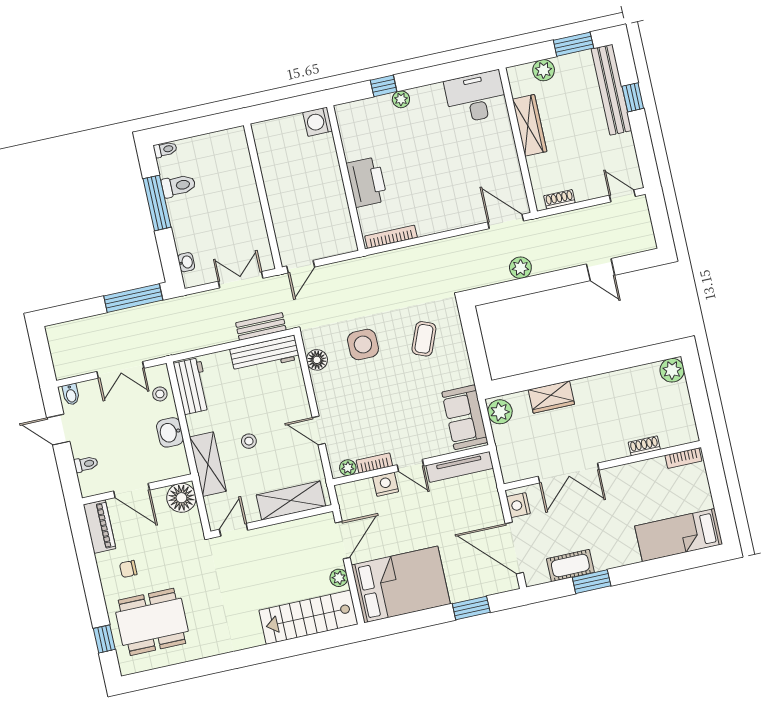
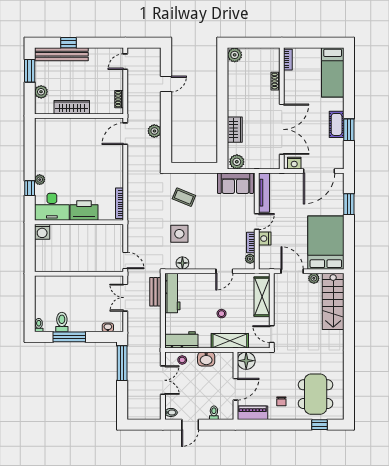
desk: (476, 97) -> (52, 207), moved, turned -90
double door: (569, 473) -> (282, 129), width x1.36
cot: (570, 566) -> (337, 124), moved

